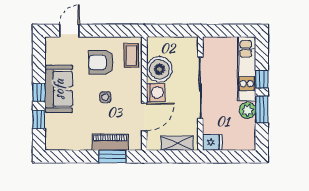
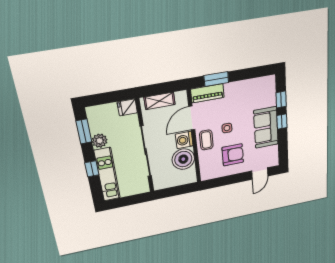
coffee table: (131, 56) -> (206, 140), moved
window: (262, 109) -> (84, 131), moved
piano: (110, 142) -> (207, 93), moved

